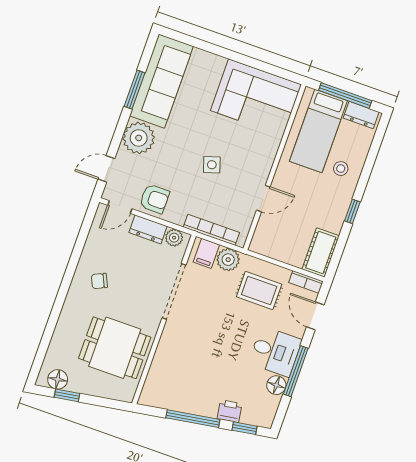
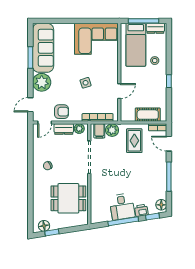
cot: (321, 252) -> (148, 115), moved, turned 90
rug: (259, 290) -> (134, 141), turned 90
desk: (275, 351) -> (122, 207), moved, turned 81
floor lamp: (276, 385) -> (161, 205), moved

